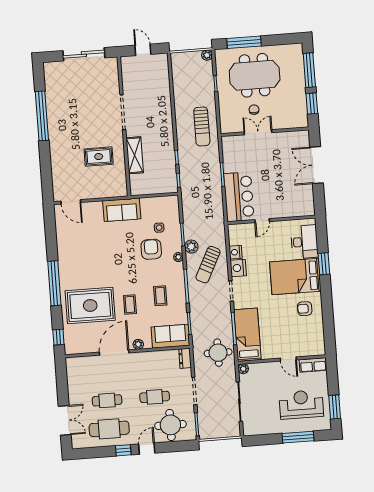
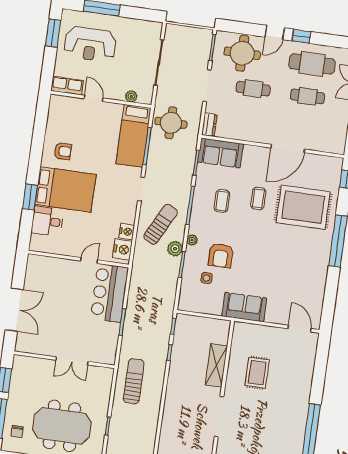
chair: (254, 110) -> (17, 431), moved
rug: (99, 157) -> (257, 373), turned 90
desk: (304, 242) -> (47, 221), width x0.73
nightstand: (238, 268) -> (122, 249), moved
plant: (138, 344) -> (259, 152), removed
plant: (243, 369) -> (131, 96), moved

